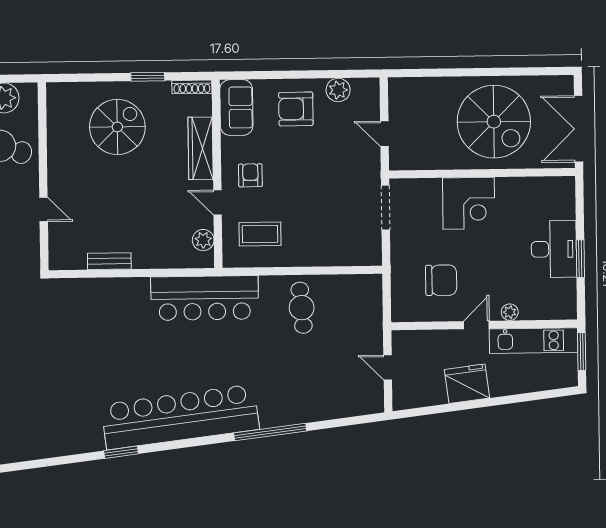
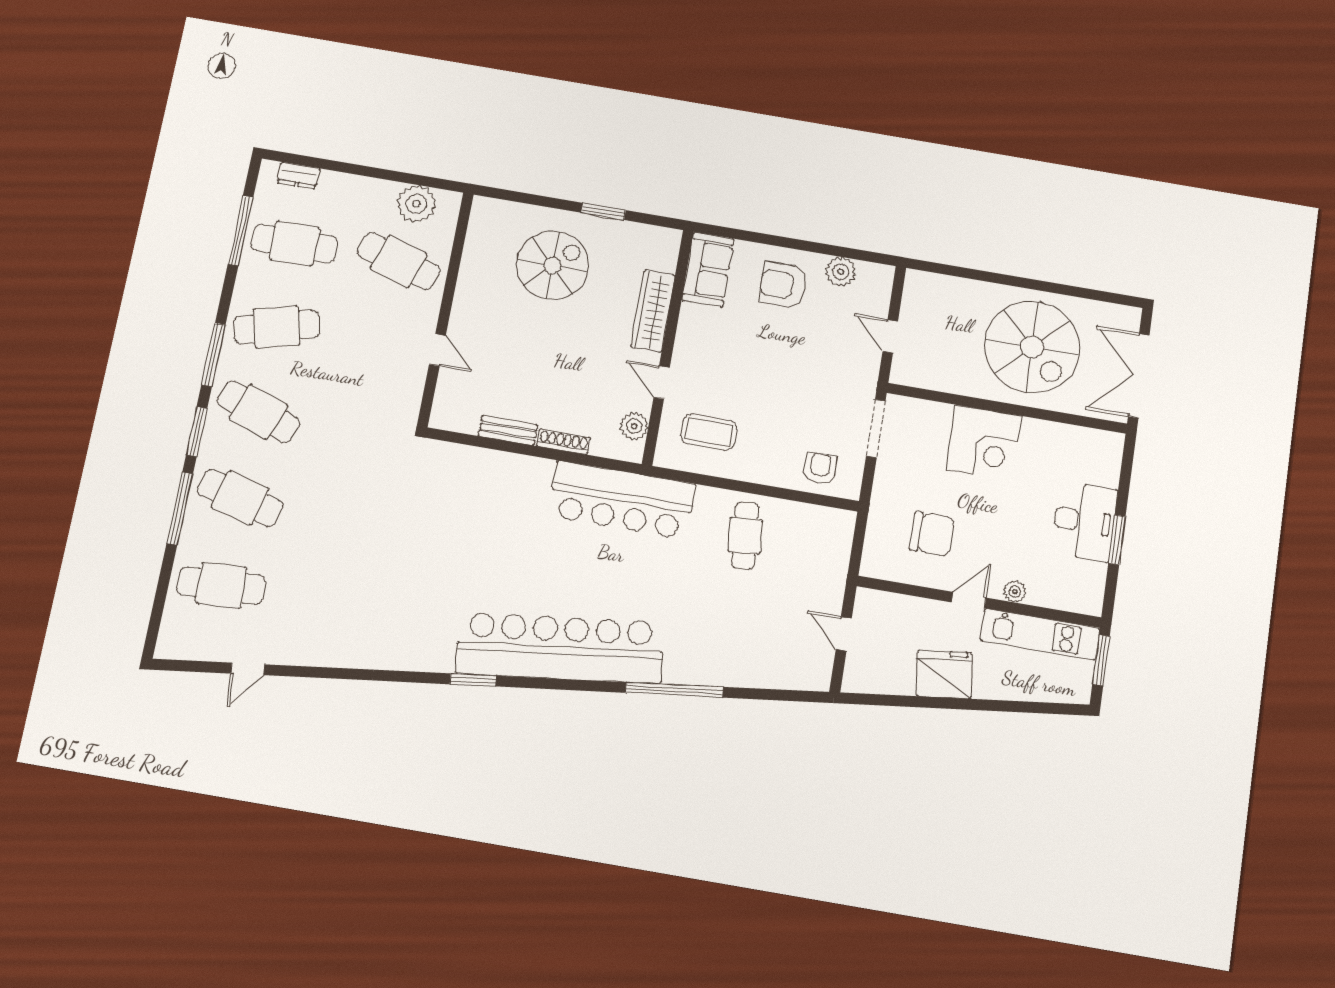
shoe rack: (192, 87) -> (563, 442), moved, turned 180
armchair: (250, 175) -> (820, 469), moved

